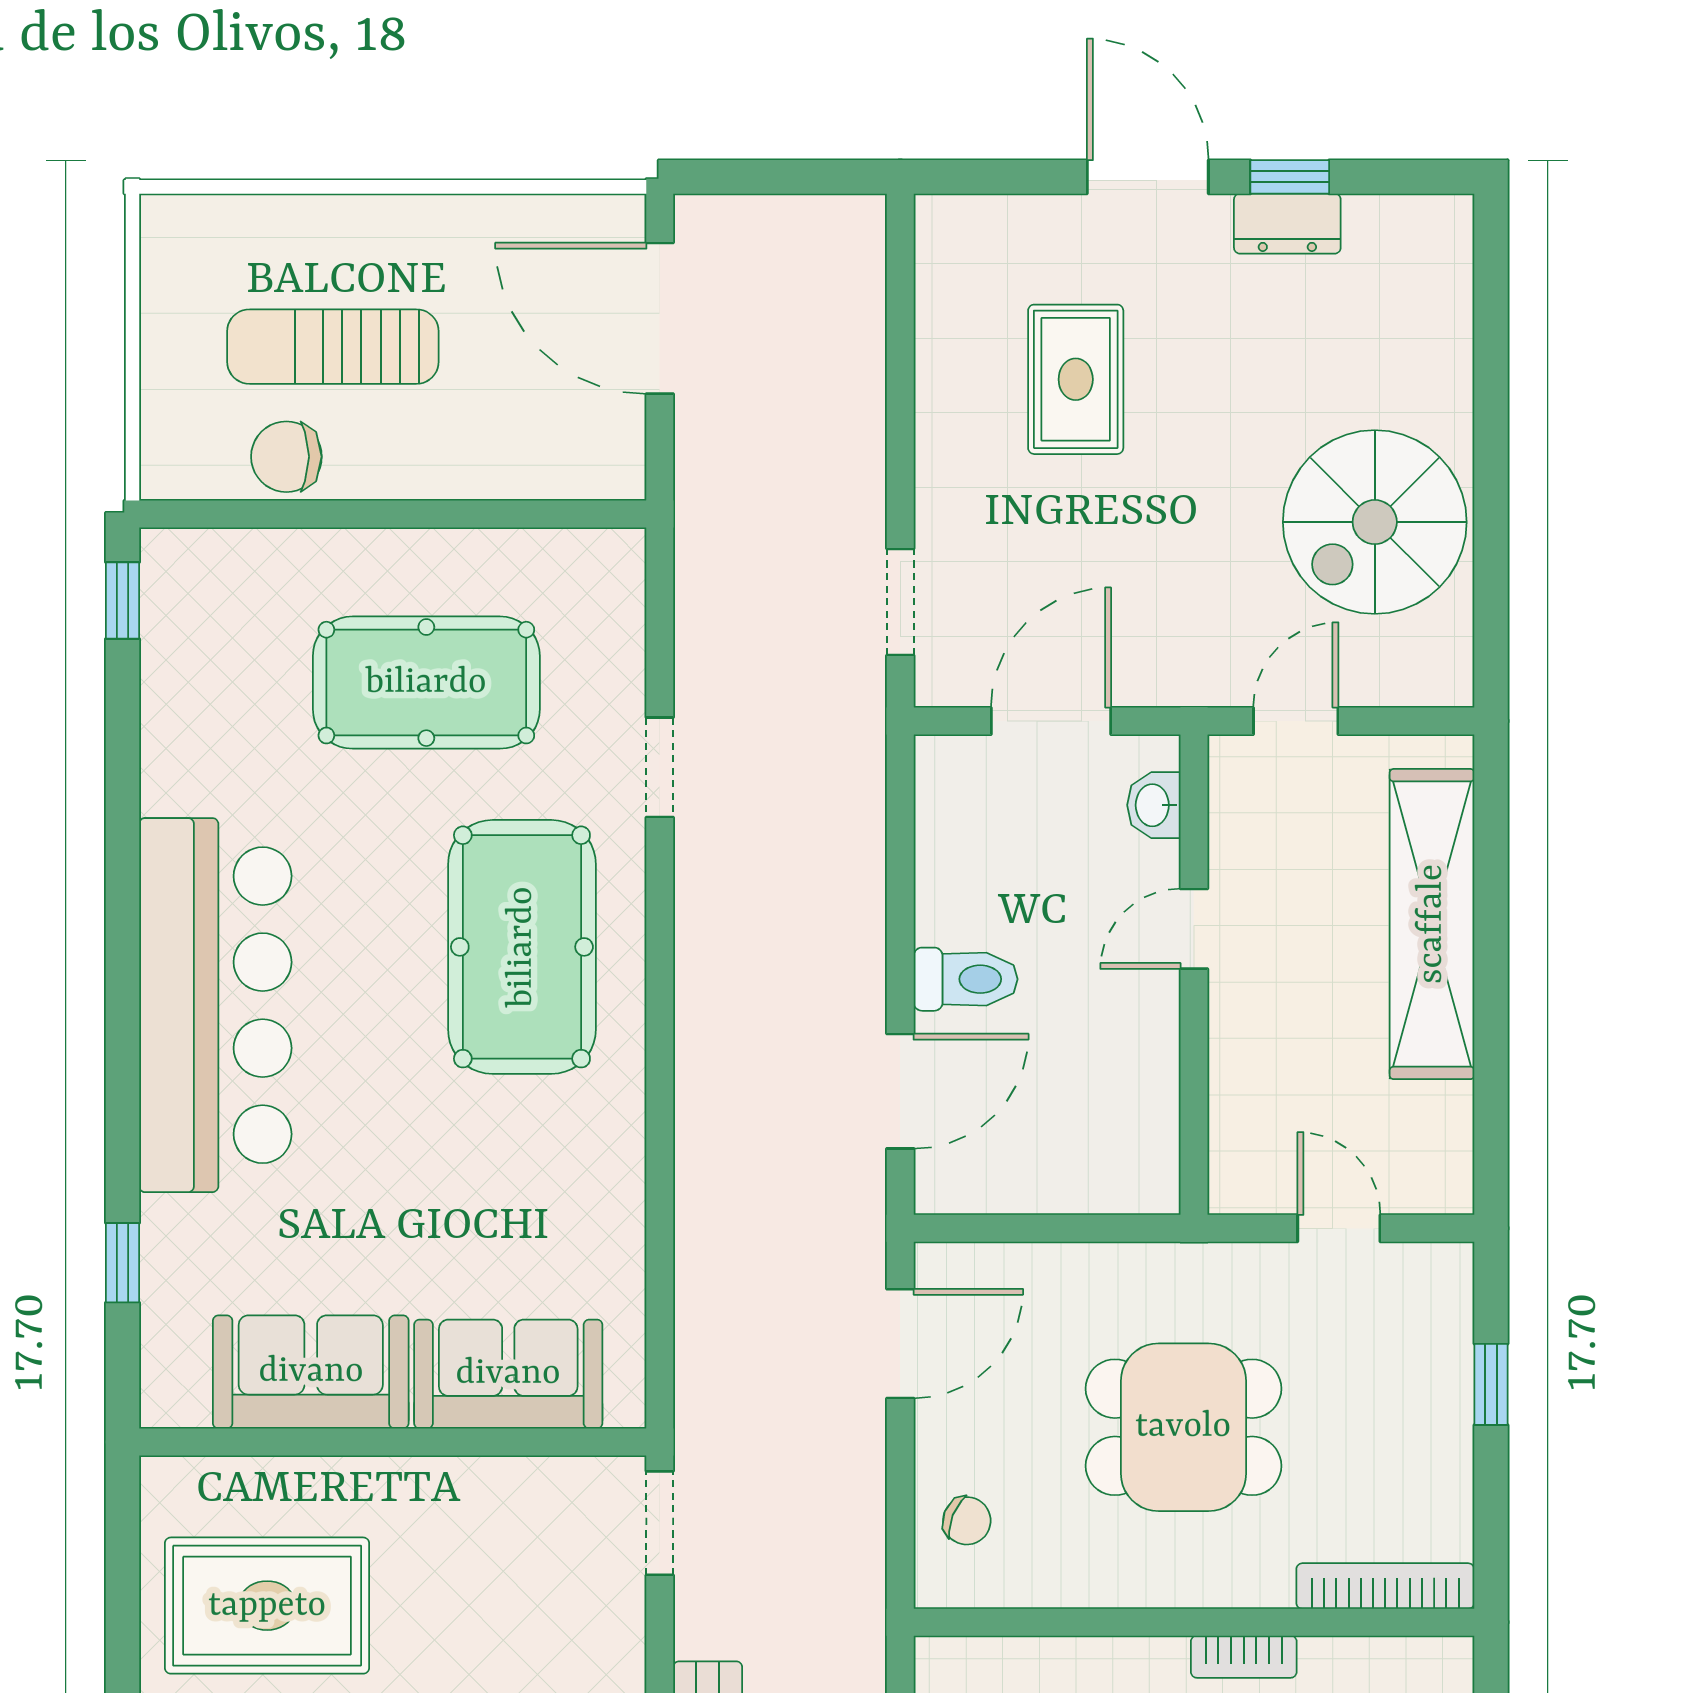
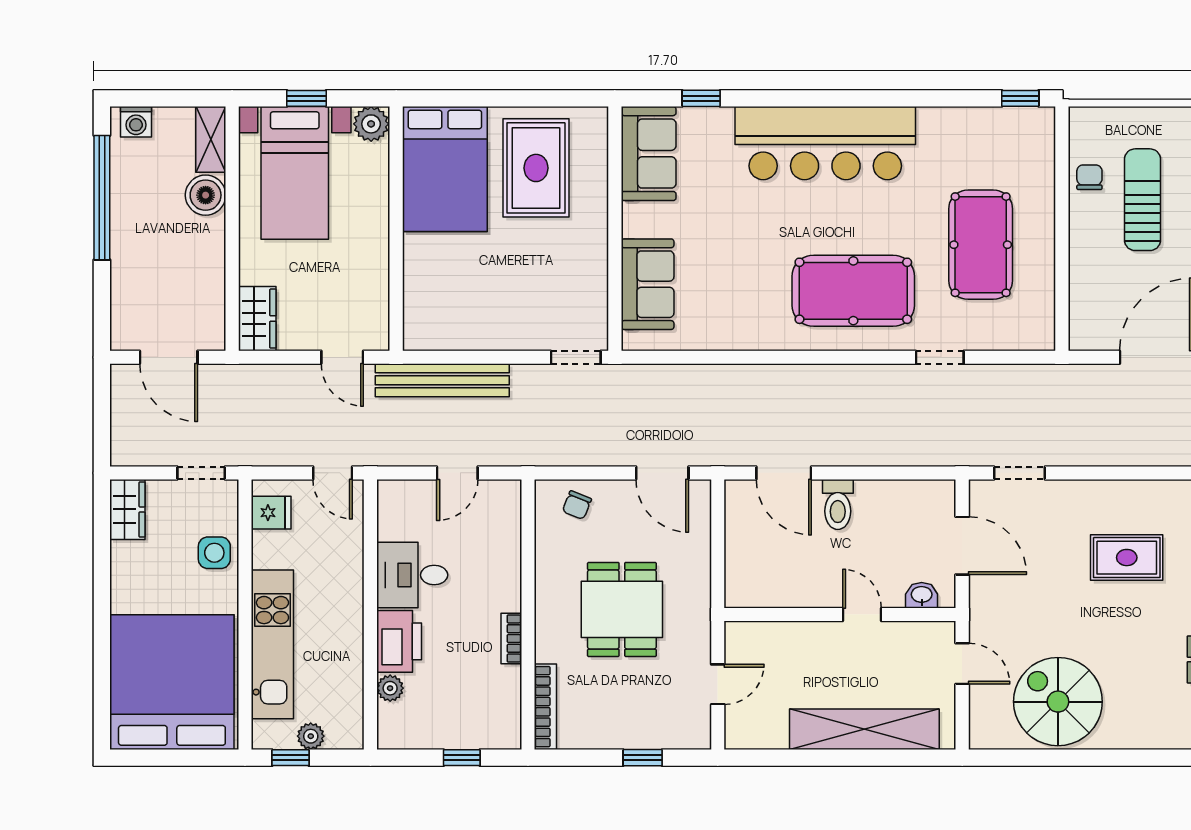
chair: (286, 457) -> (1089, 177), width x0.73, depth x0.73
sofa: (311, 1372) -> (649, 154), moved

